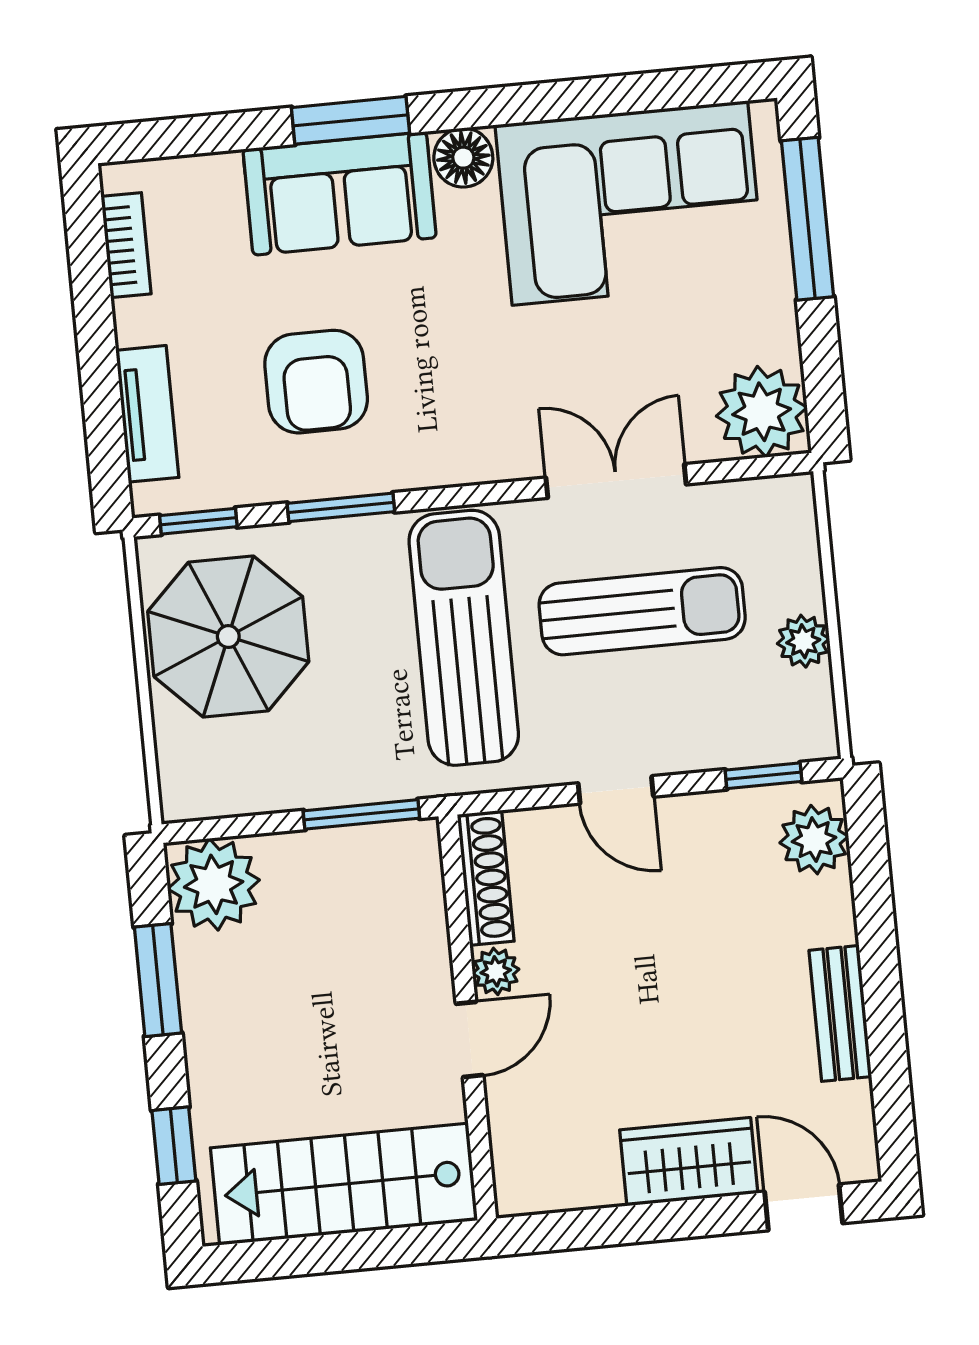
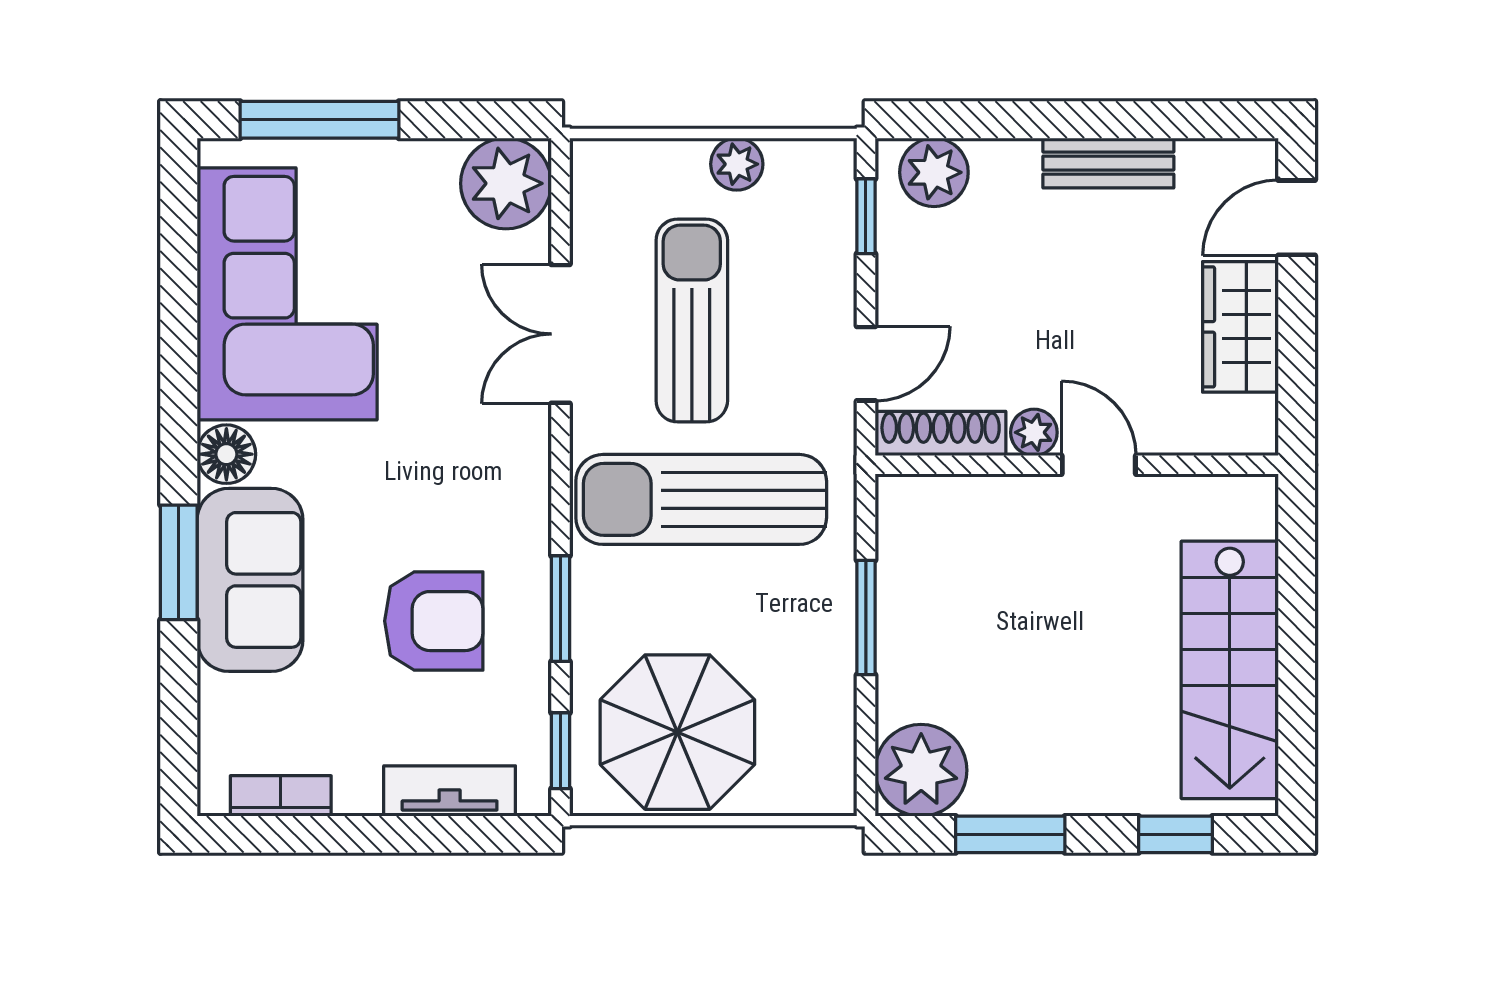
shoe rack: (486, 878) -> (941, 433), moved
plant: (496, 971) -> (1034, 432), moved
wall: (467, 1017) -> (1077, 465), moved
door: (469, 1039) -> (1099, 465), moved

